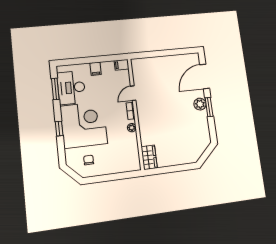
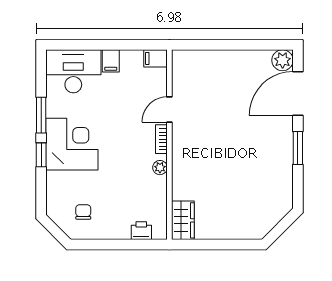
desk: (71, 88) -> (73, 71), moved, turned 90
window: (55, 89) -> (41, 115), moved
plant: (200, 104) -> (283, 60), moved
corner desk: (84, 125) -> (72, 144), width x0.74, depth x0.74
printer: (125, 167) -> (141, 231), added

